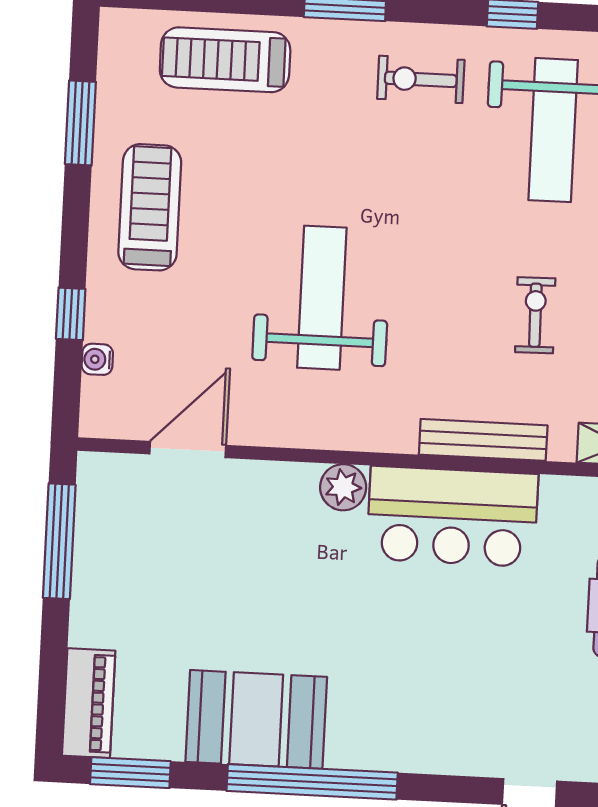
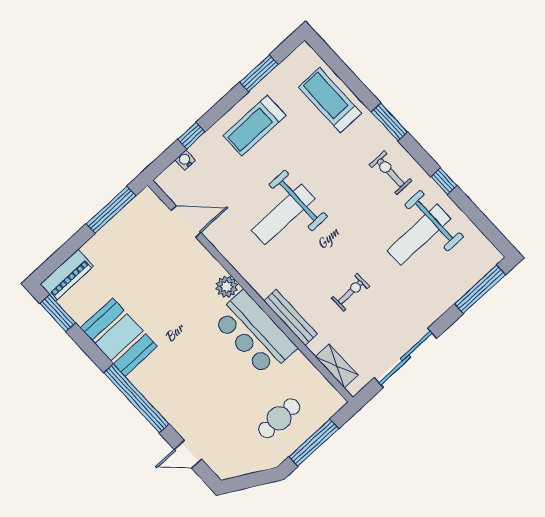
treadmill: (150, 207) -> (254, 126), turned 180
weight bench: (322, 298) -> (283, 214), turned 180
window: (312, 782) -> (136, 398), moved

